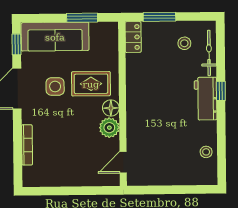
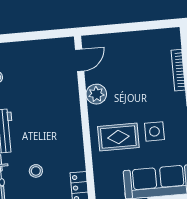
stool: (184, 43) -> (36, 171), moved
floor lamp: (111, 108) -> (96, 114), removed

